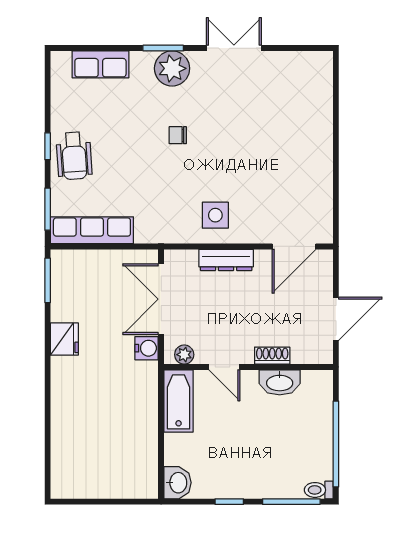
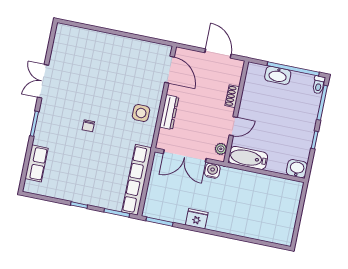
plant: (172, 68) -> (48, 121), removed
wheelchair: (74, 156) -> (88, 190), removed
row of seats: (92, 230) -> (137, 180), width x1.36
washbasin: (280, 382) -> (278, 75), moved, turned 90

